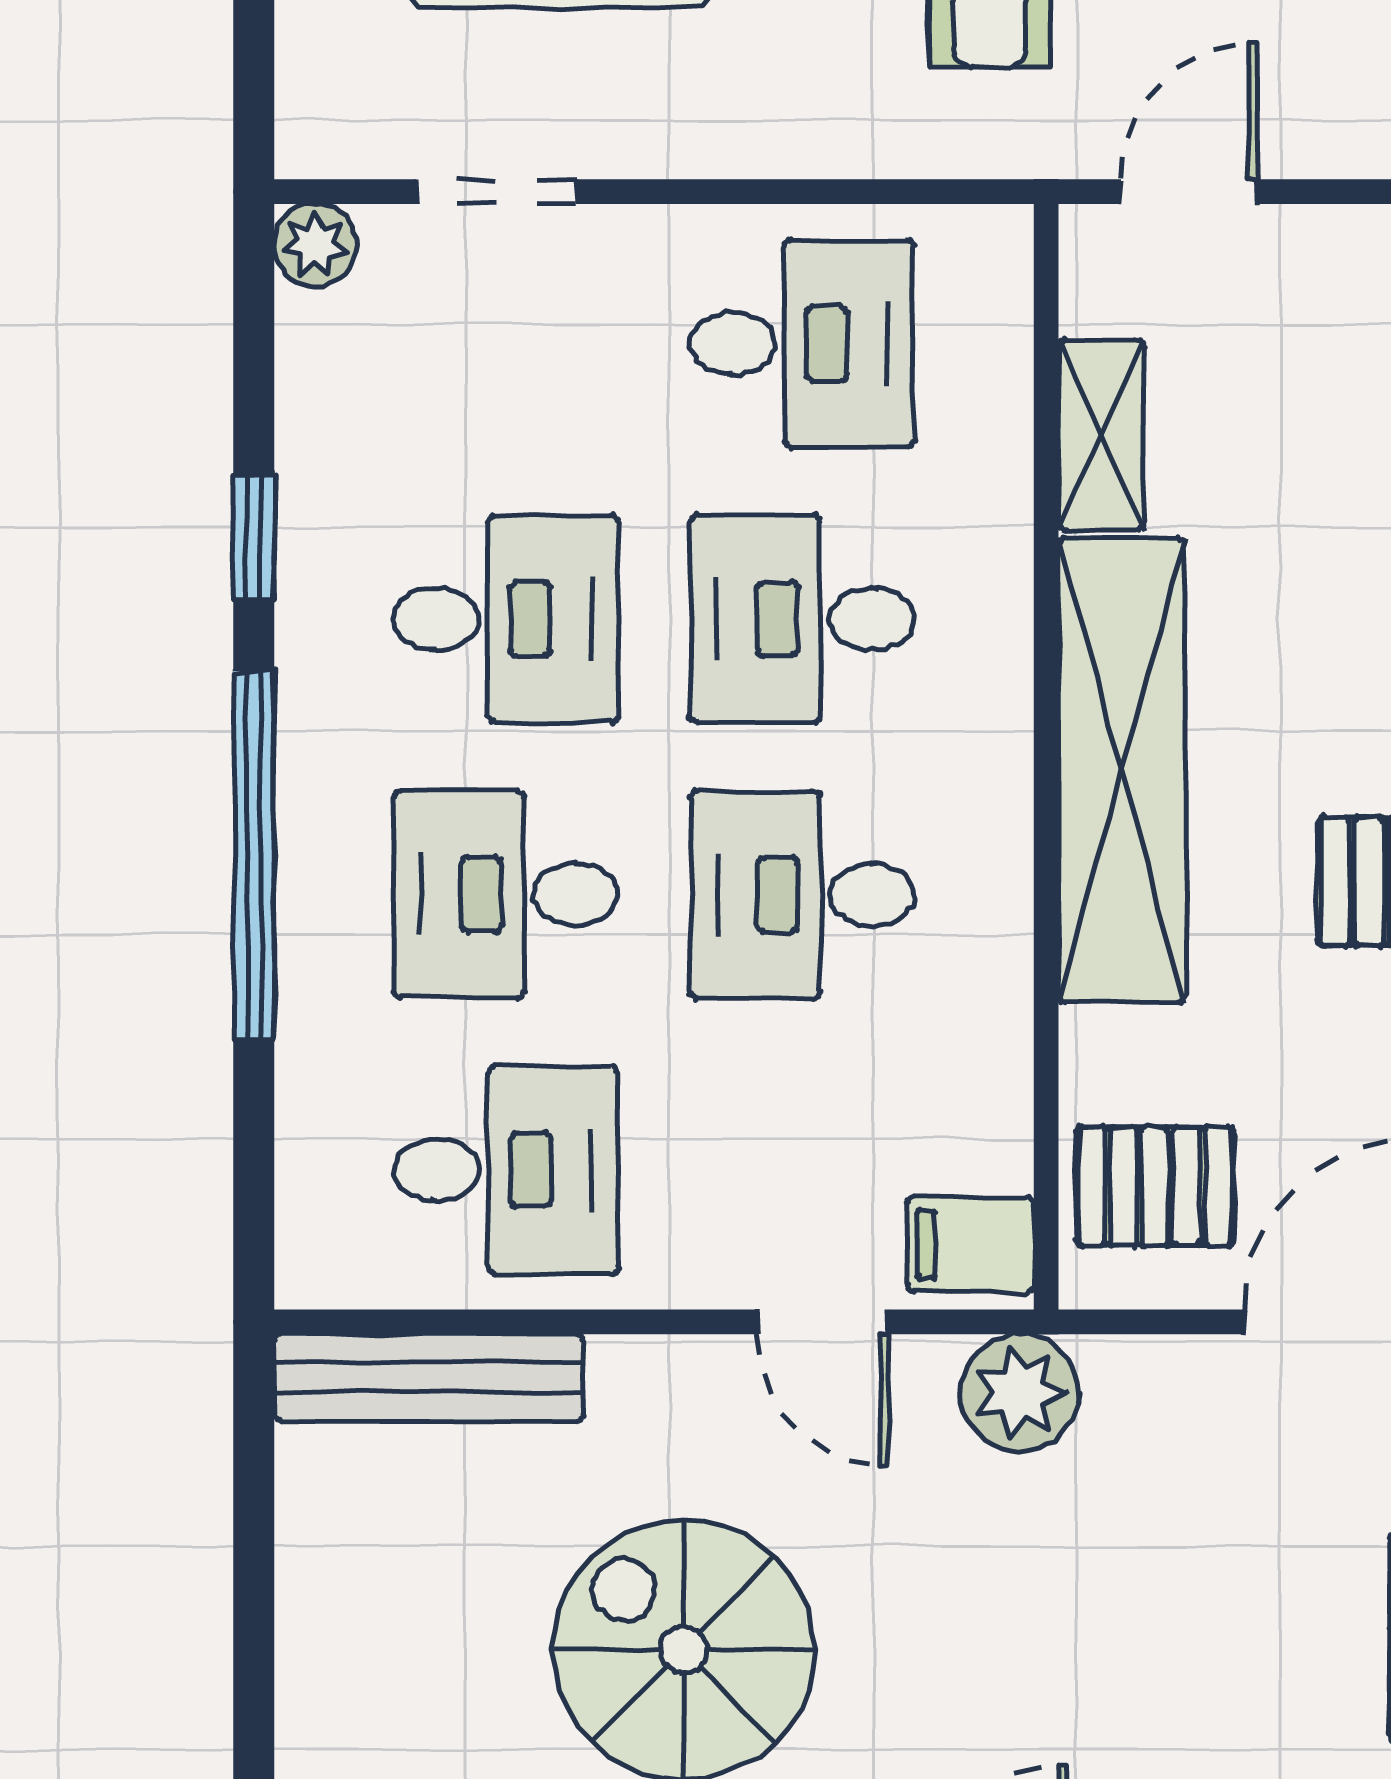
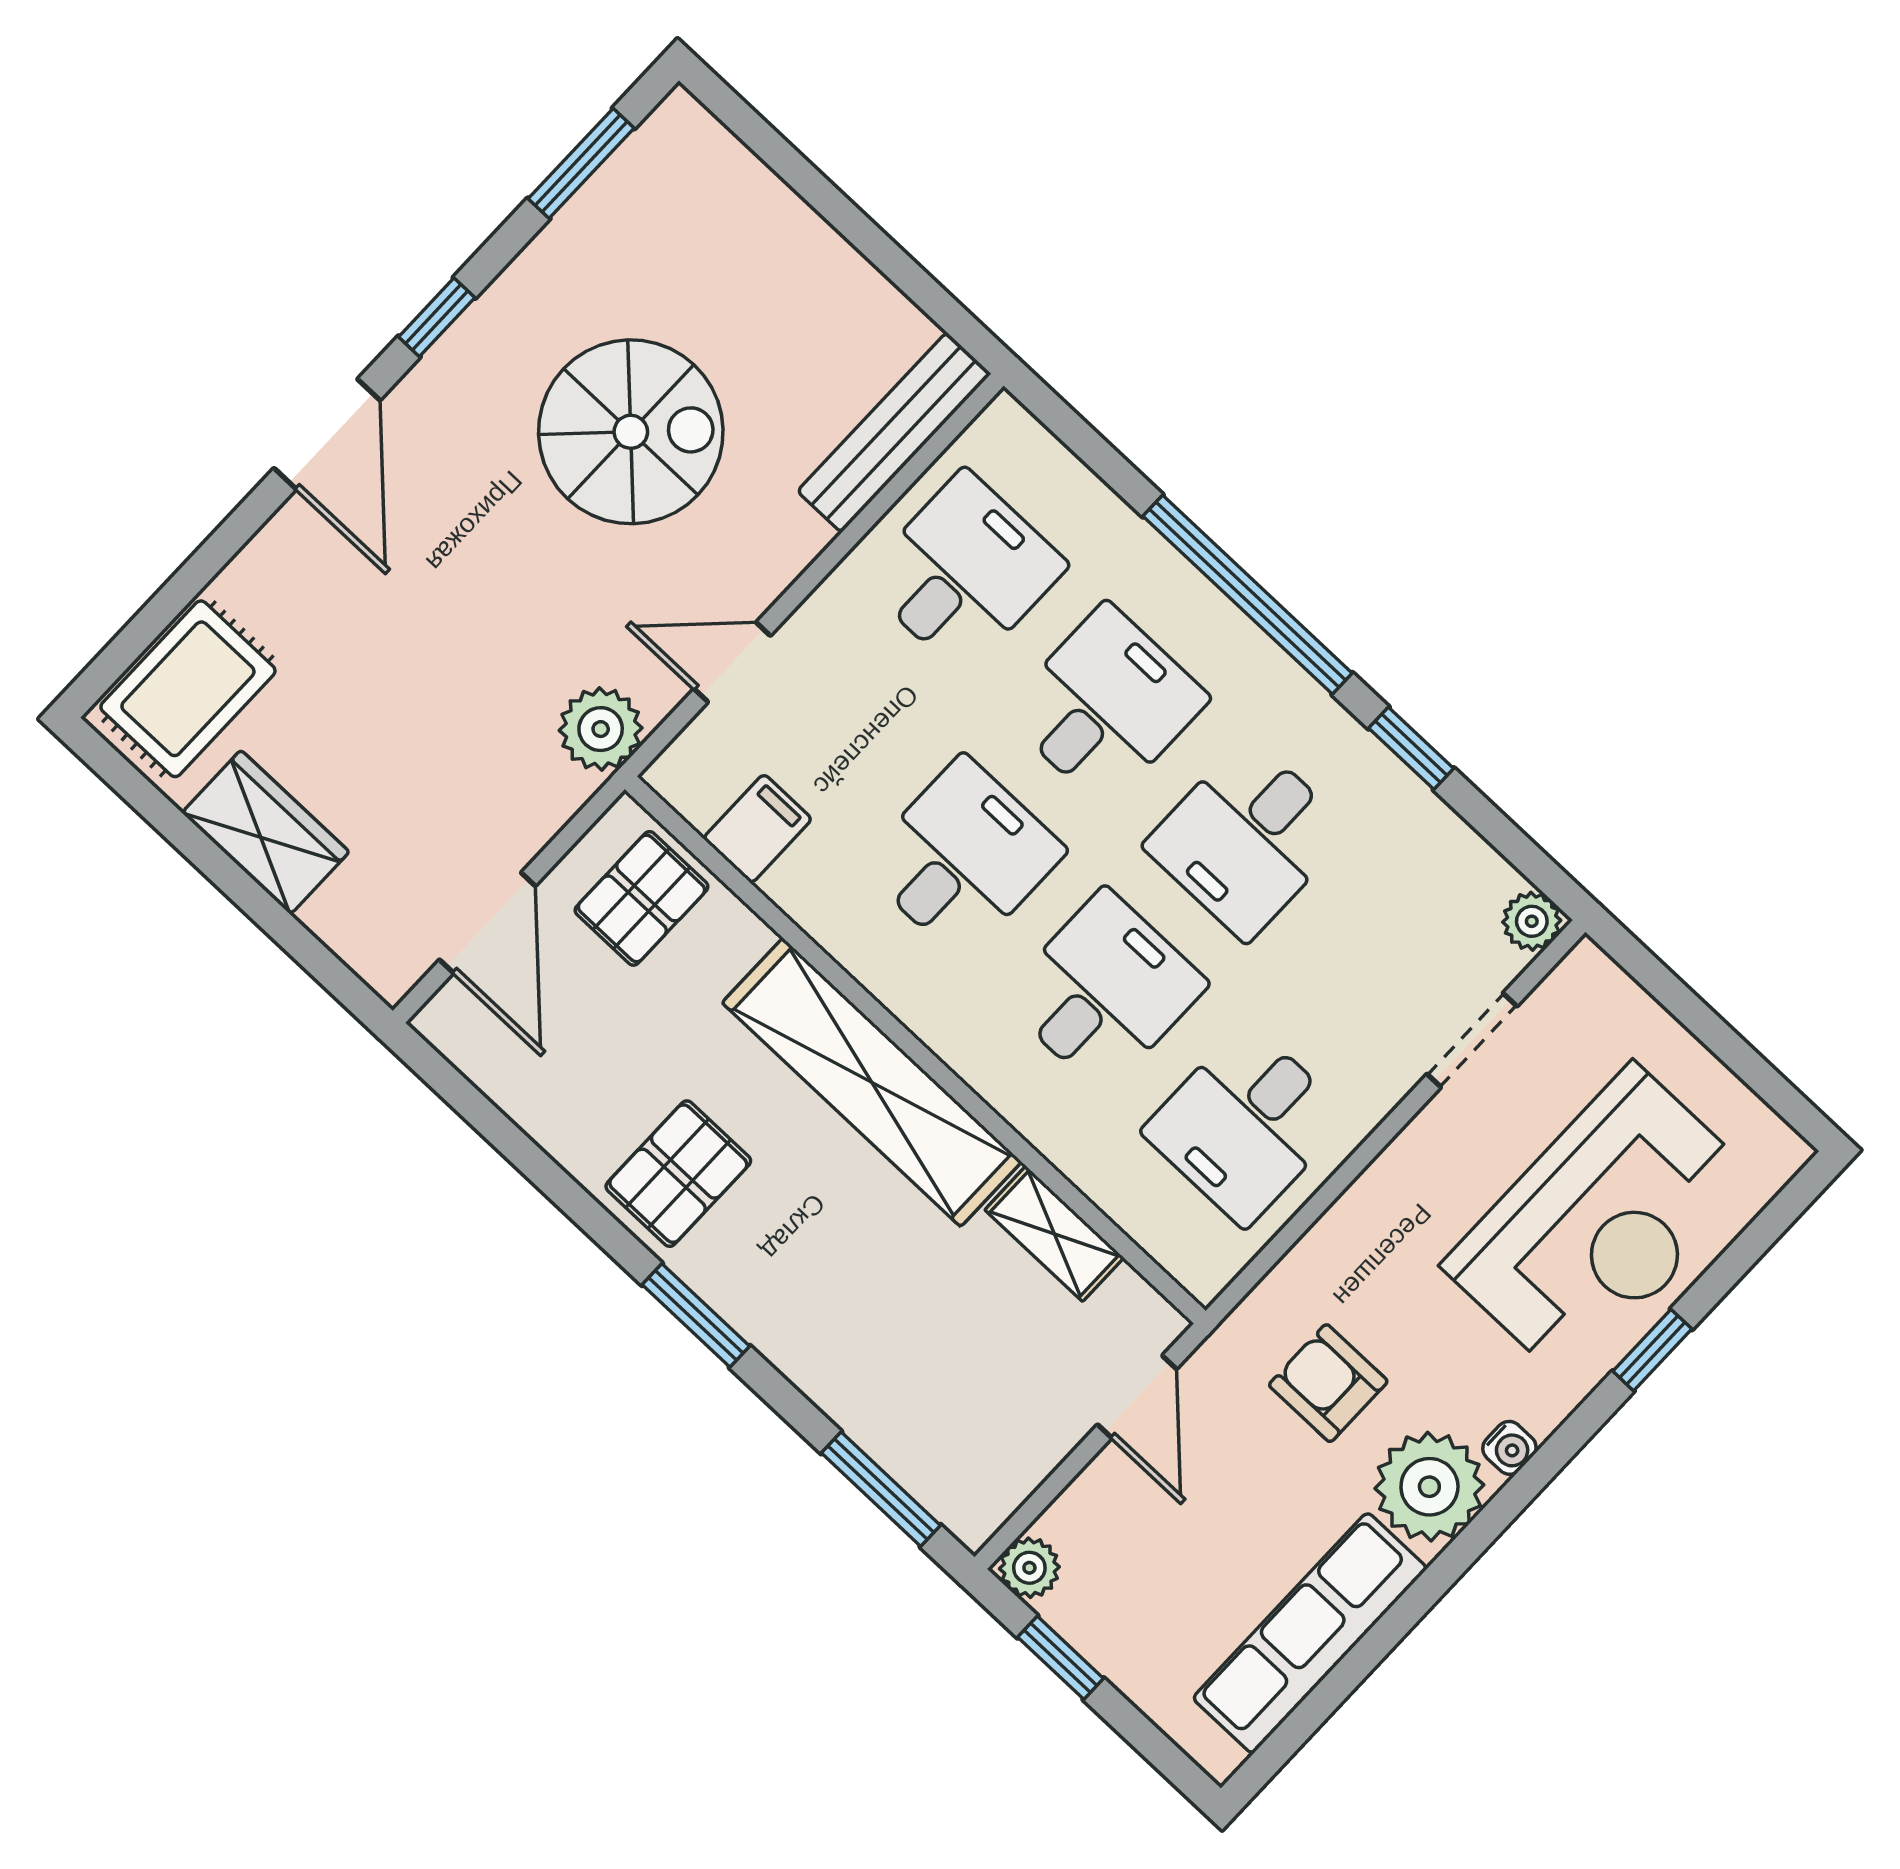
desk: (506, 1170) -> (964, 572), turned 180
filing cabinet: (970, 1244) -> (758, 829), moved

